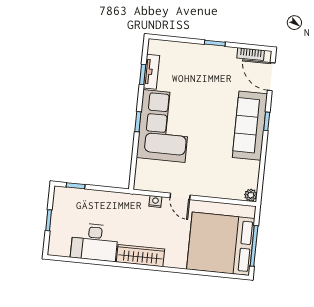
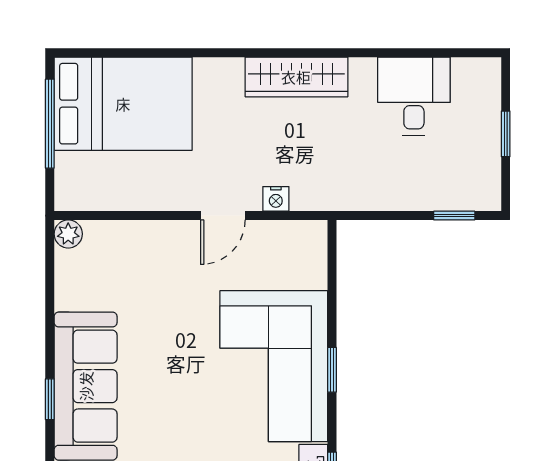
door: (180, 196) -> (223, 216), swing flipped
desk: (94, 242) -> (414, 96), width x0.73
bed: (221, 244) -> (123, 104), width x0.73

